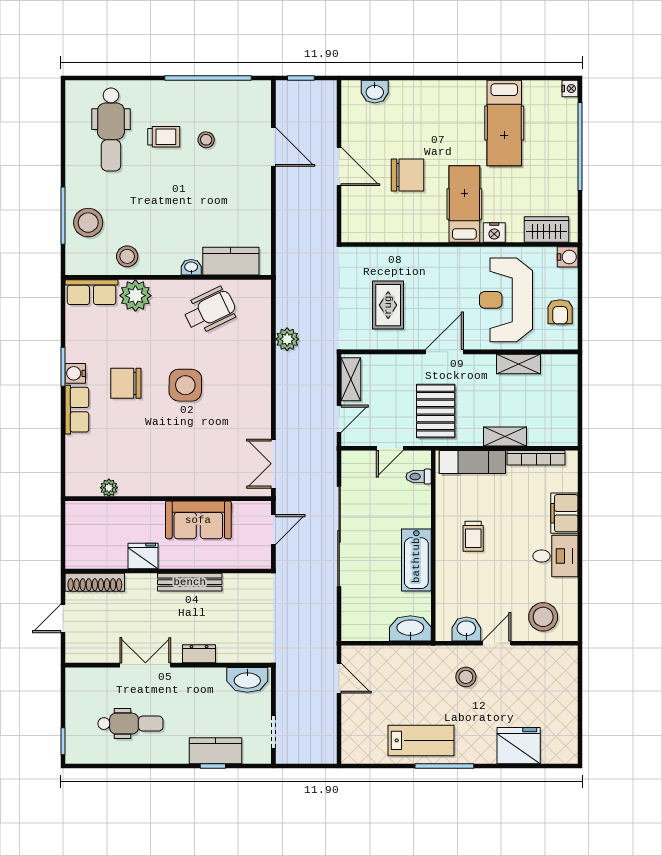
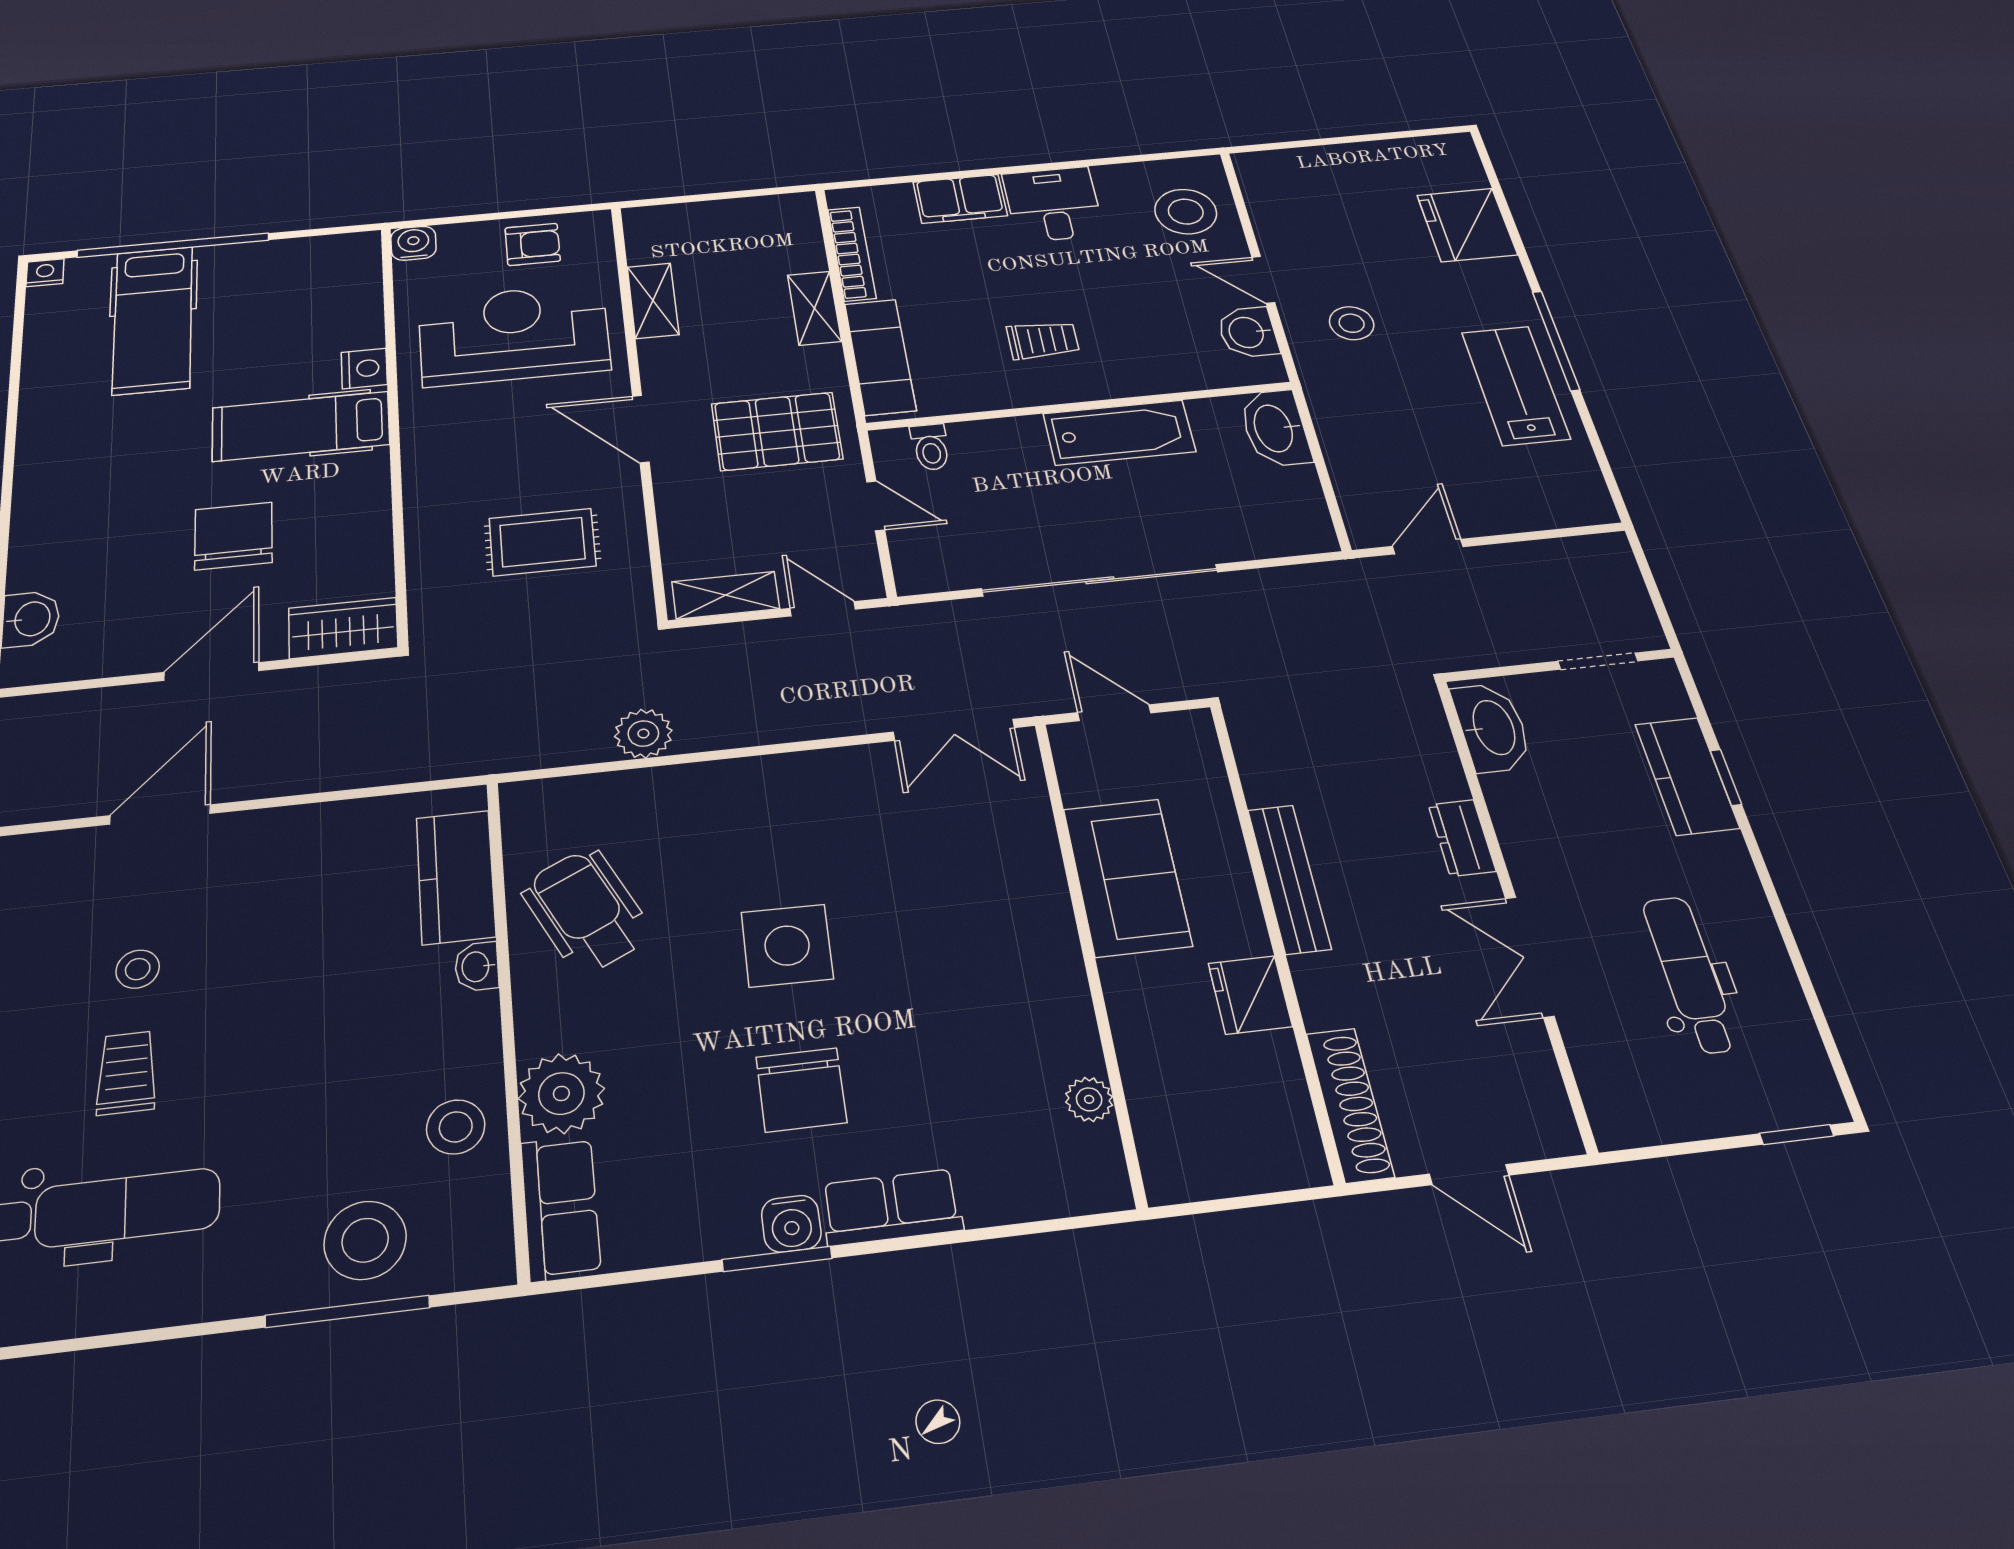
hospital bed: (504, 123) -> (153, 320), moved, turned 90
wardrobe: (546, 229) -> (343, 628), moved, turned 90
reception desk: (506, 300) -> (514, 334), turned 180

